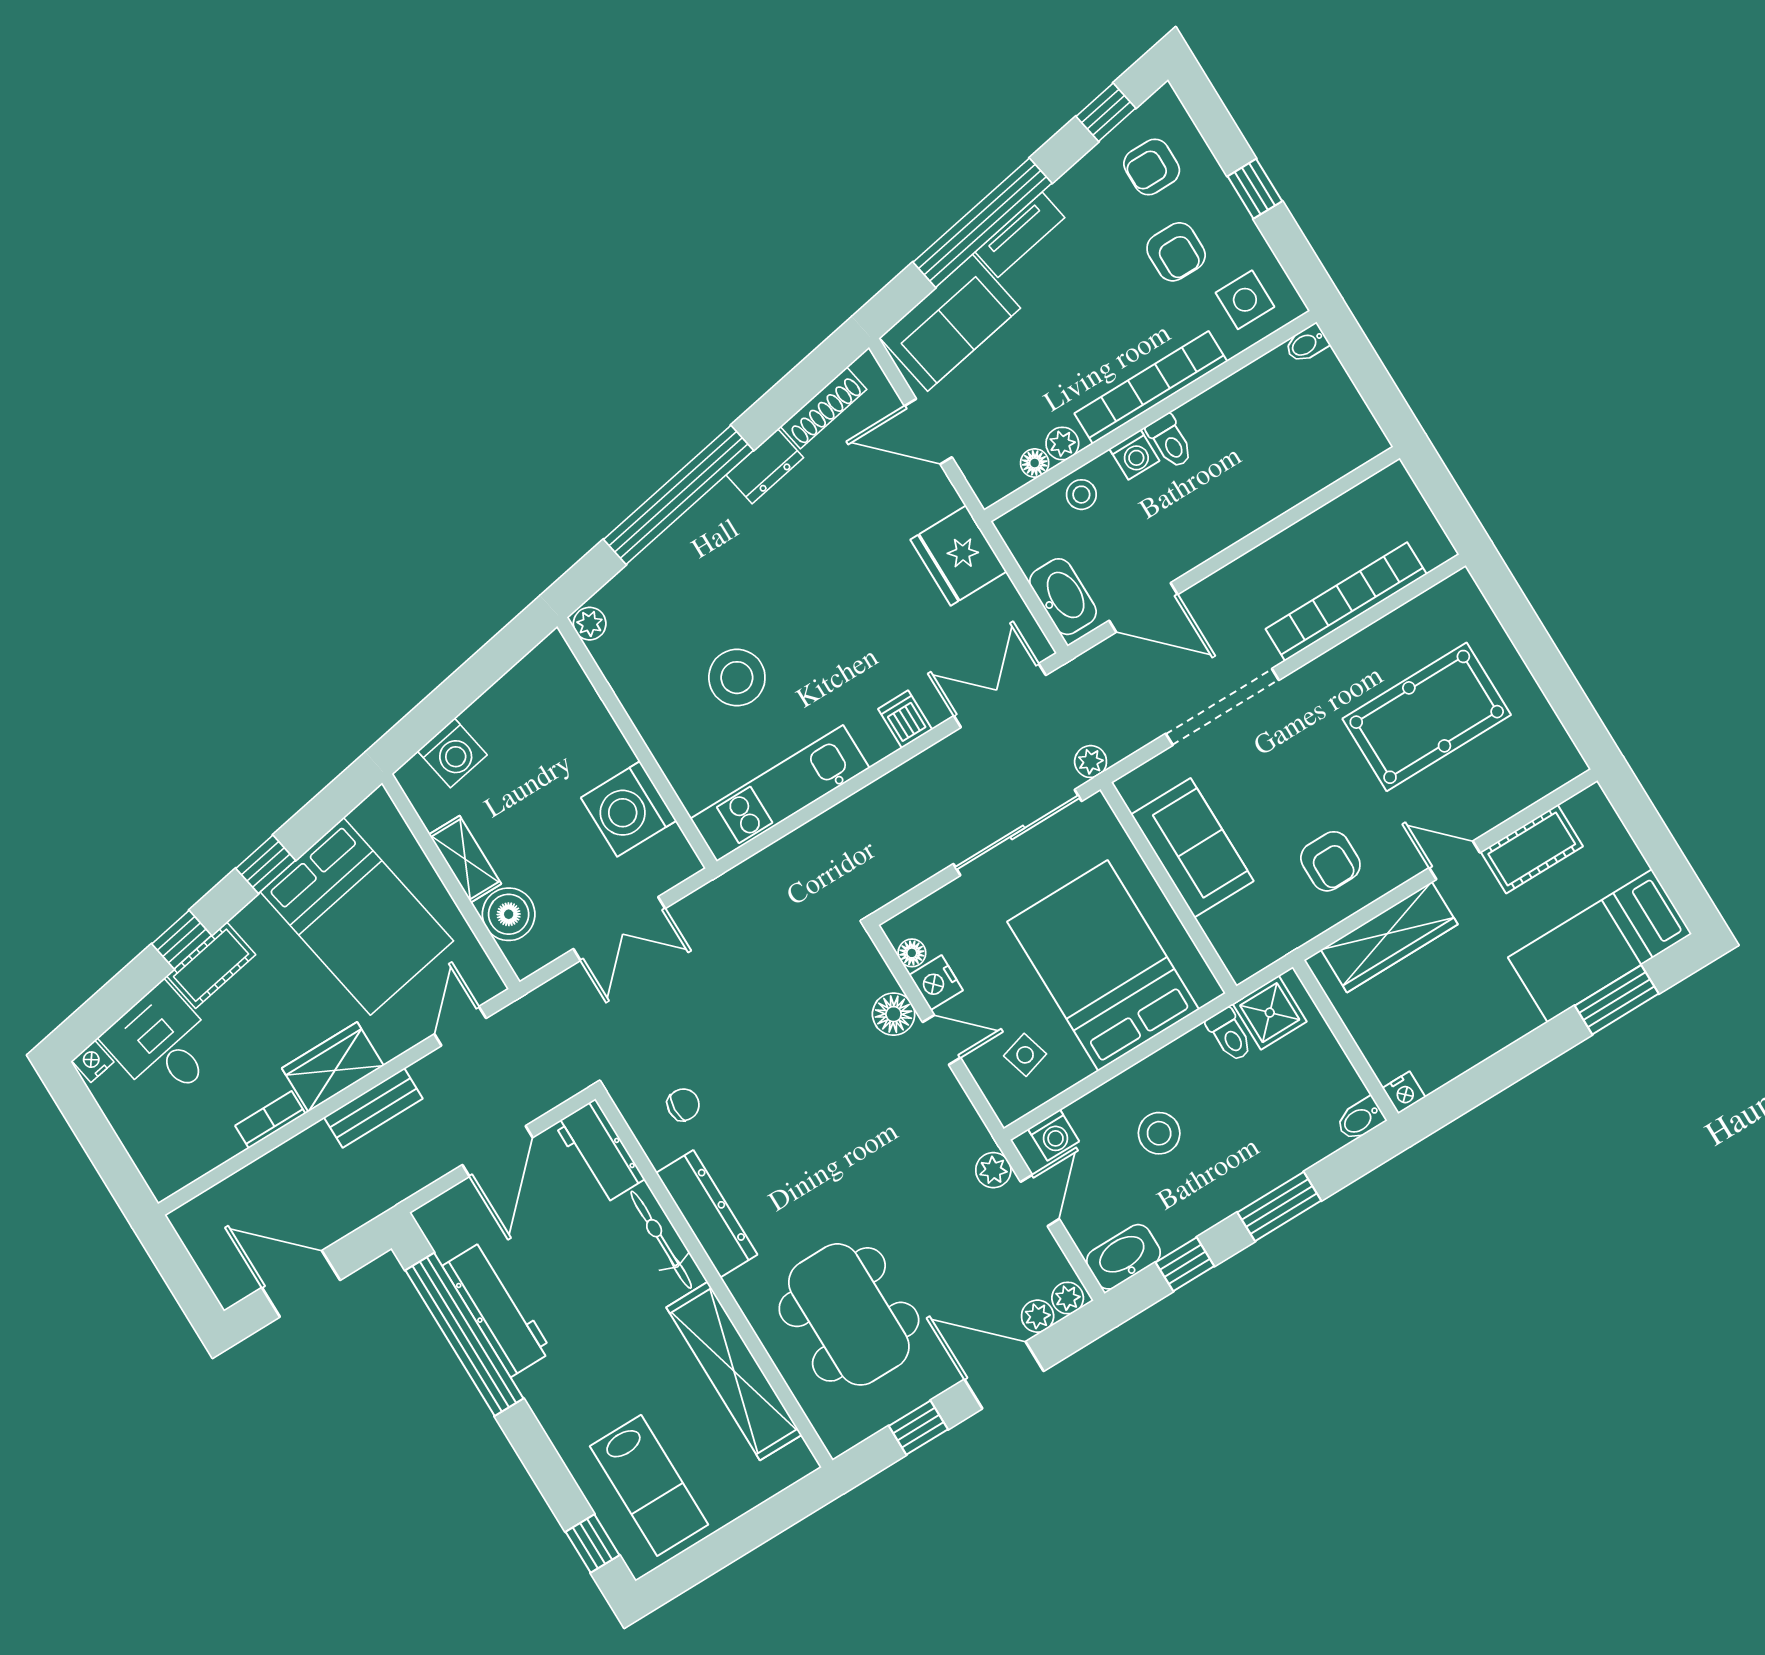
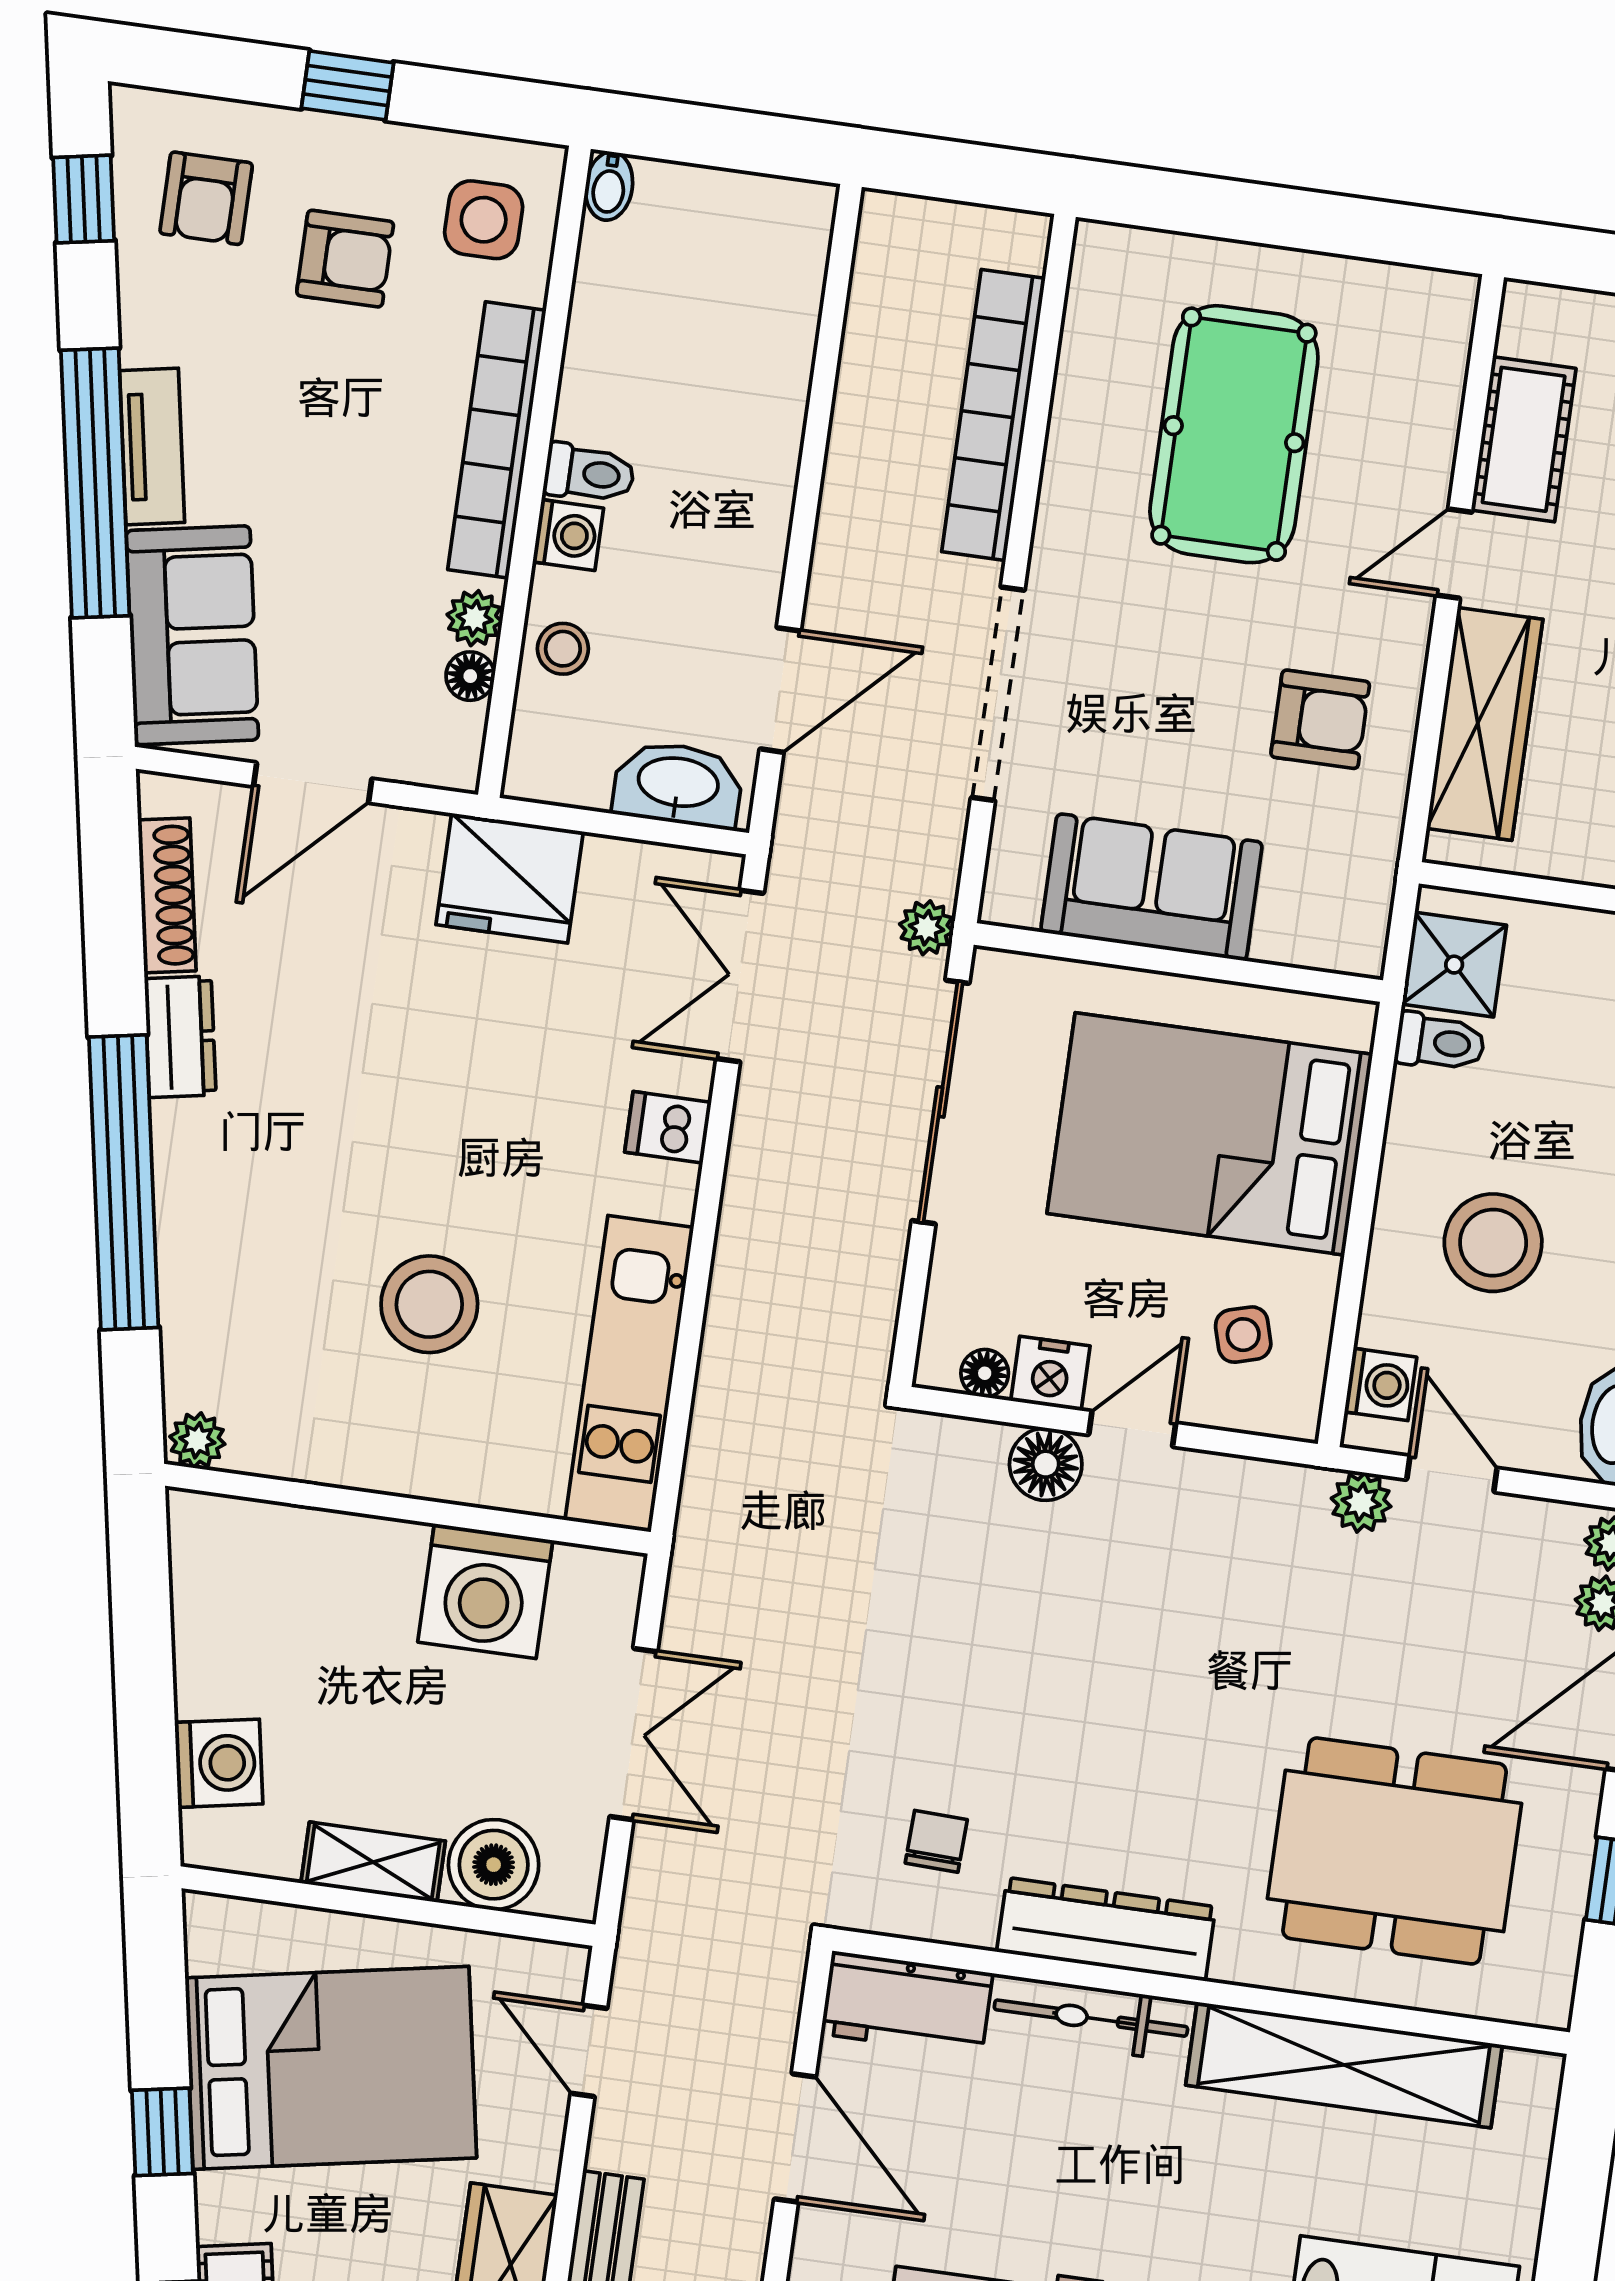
stool: (1159, 1133) -> (1493, 1243), width x1.38, depth x1.38

